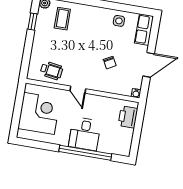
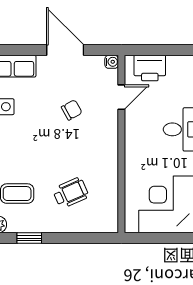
wheelchair: (52, 71) -> (71, 193), moved, turned 58
door: (78, 90) -> (121, 97), moved

